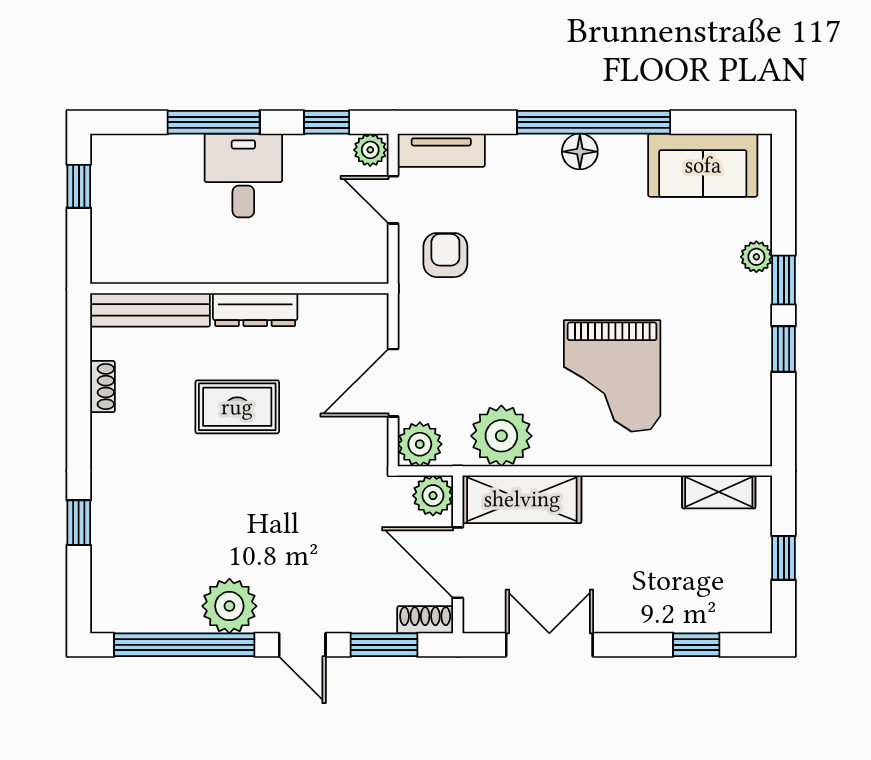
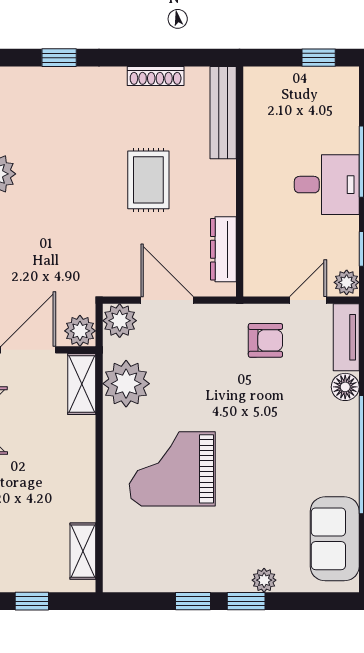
floor lamp: (580, 152) -> (345, 387), moved
dresser: (255, 310) -> (223, 249), moved
shoe rack: (103, 387) -> (156, 76), width x1.43
shelving: (522, 499) -> (82, 384), width x0.67, depth x0.75

